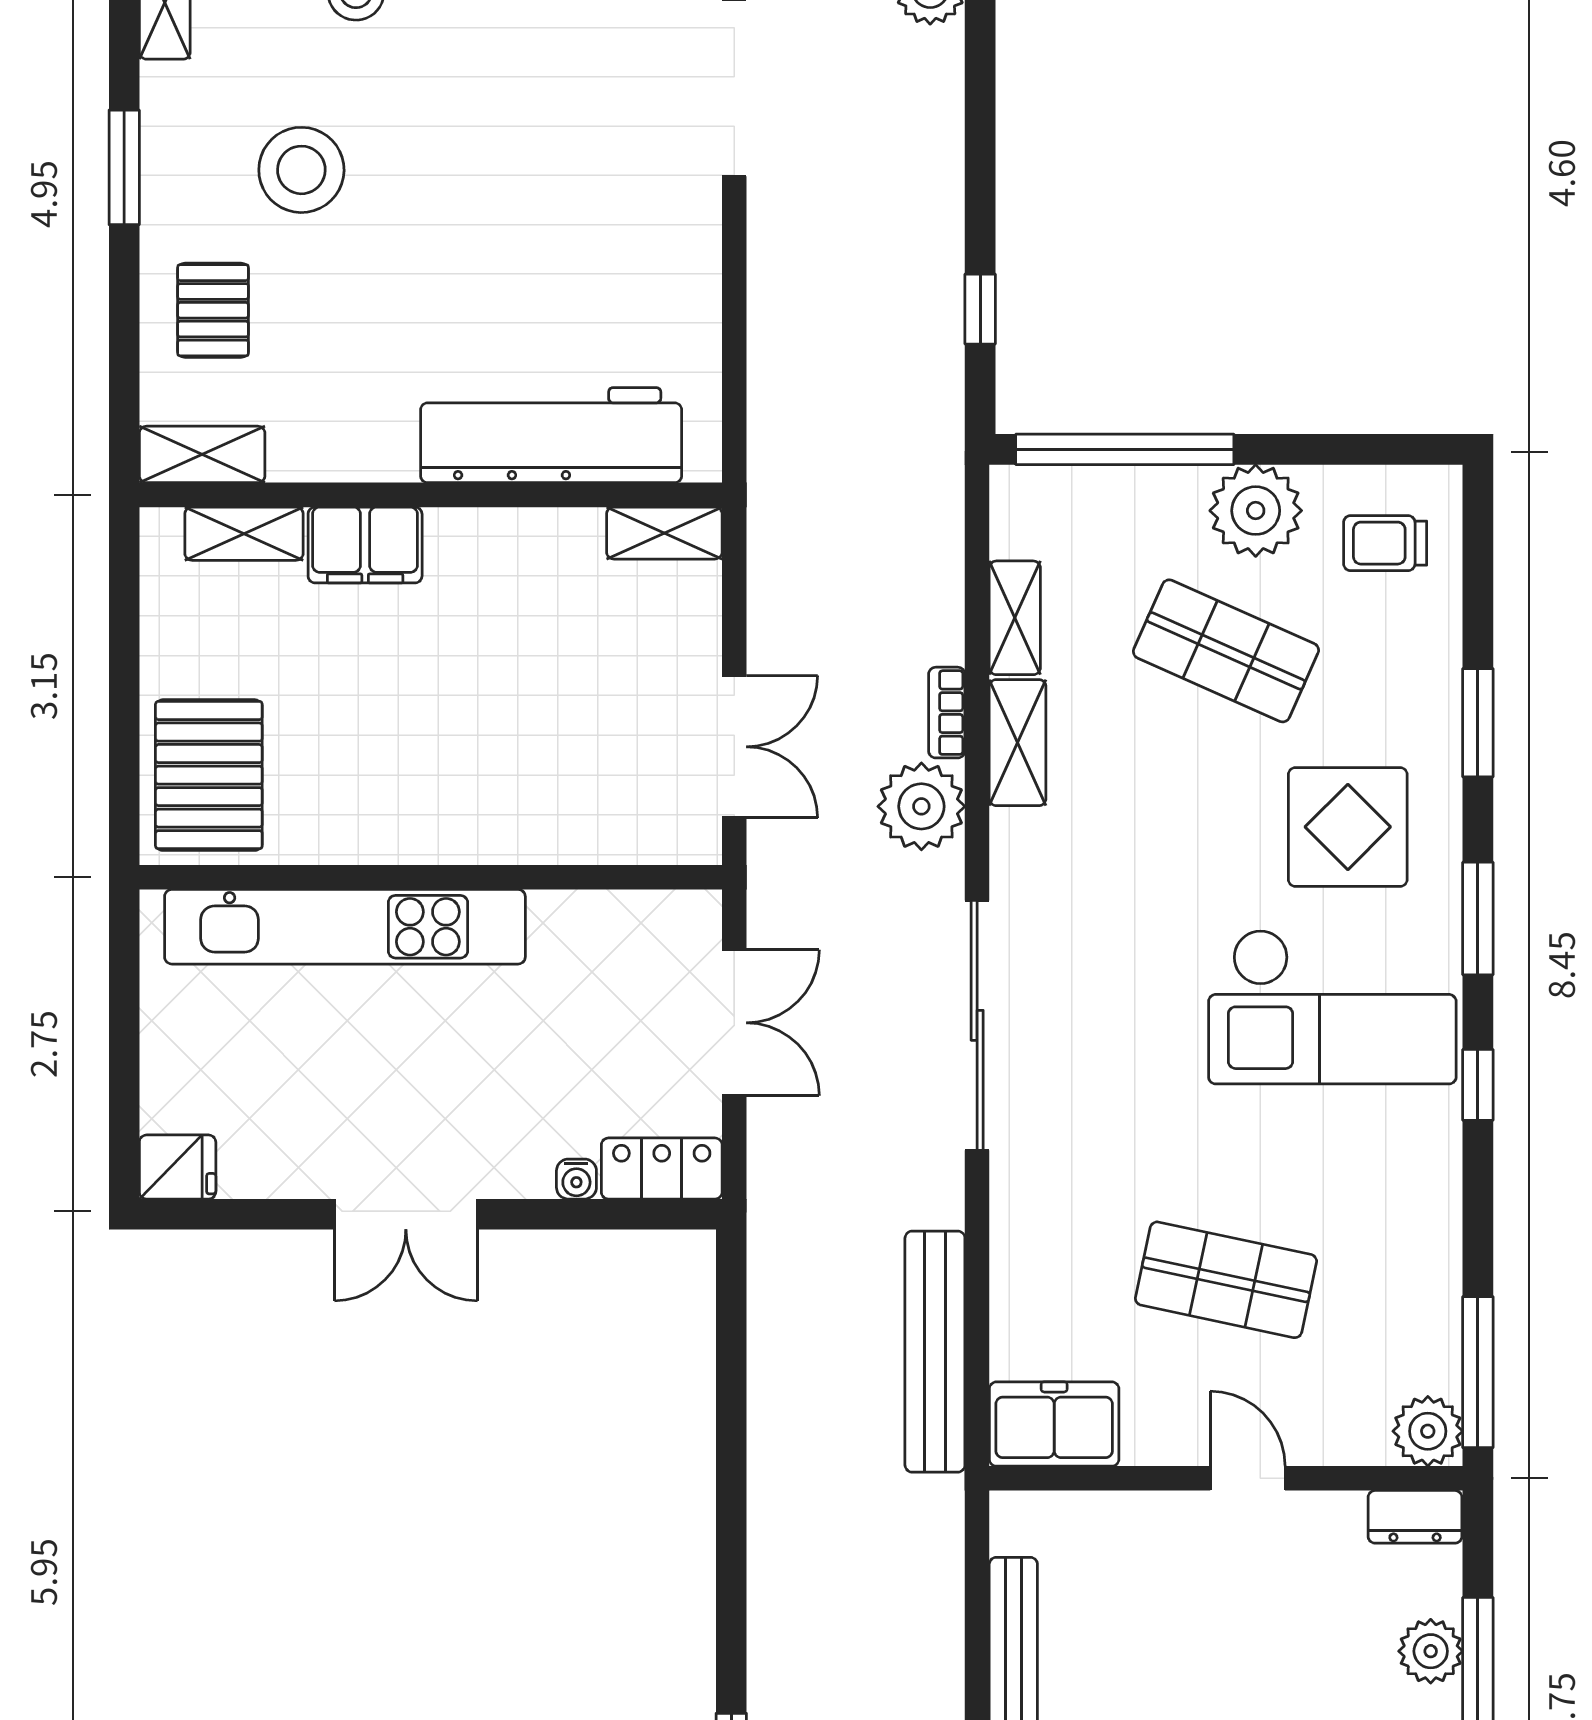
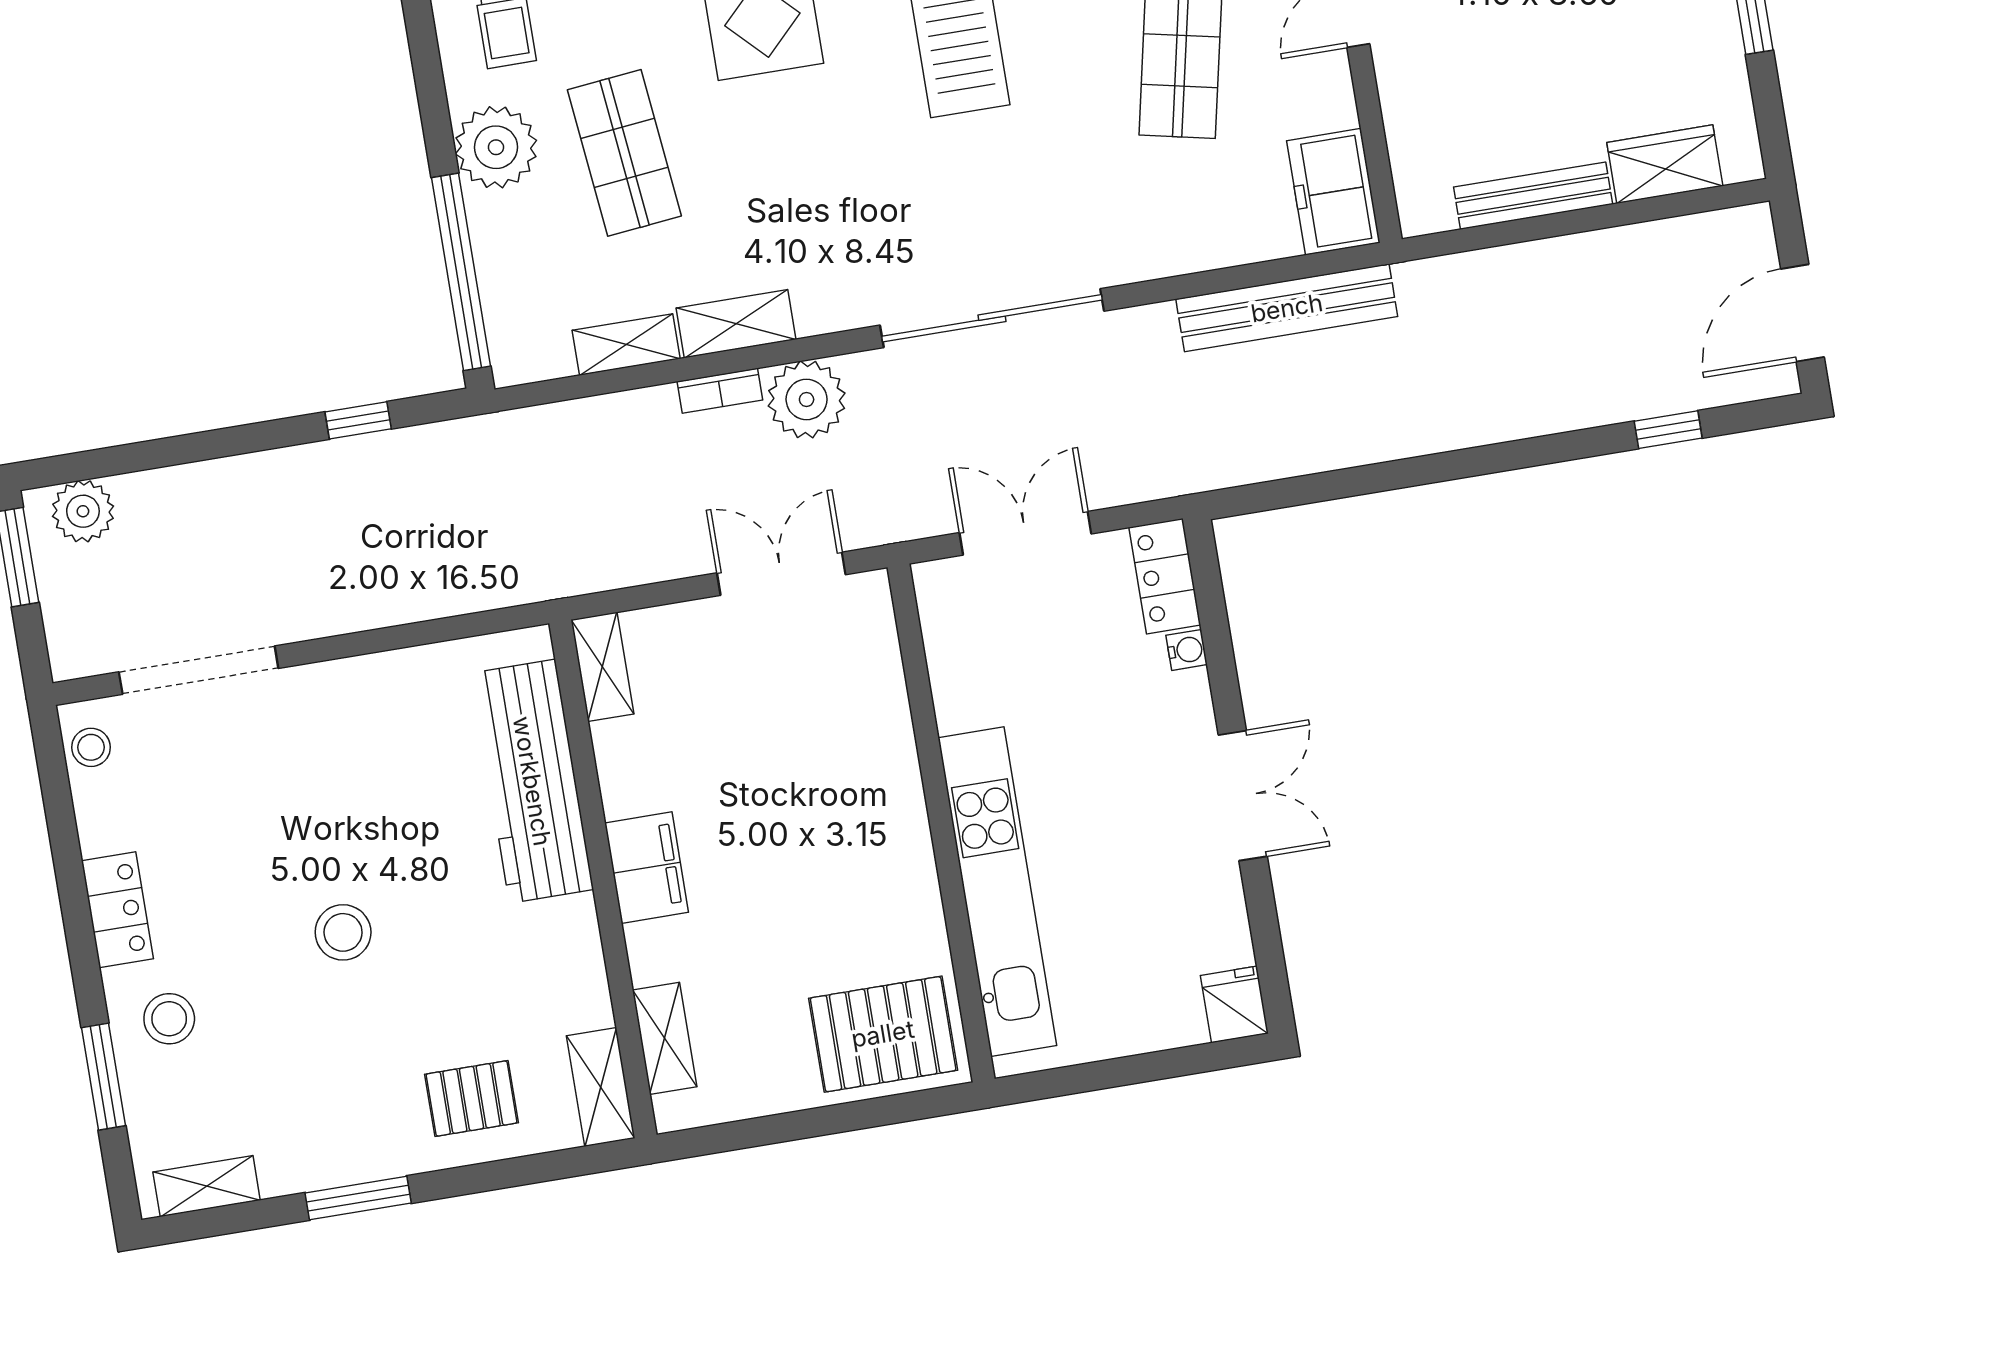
stool: (301, 170) -> (343, 932), moved, width x0.73, depth x0.73
filing cabinet: (365, 545) -> (647, 868), moved
shop shelf: (1226, 651) -> (624, 153), turned -30

